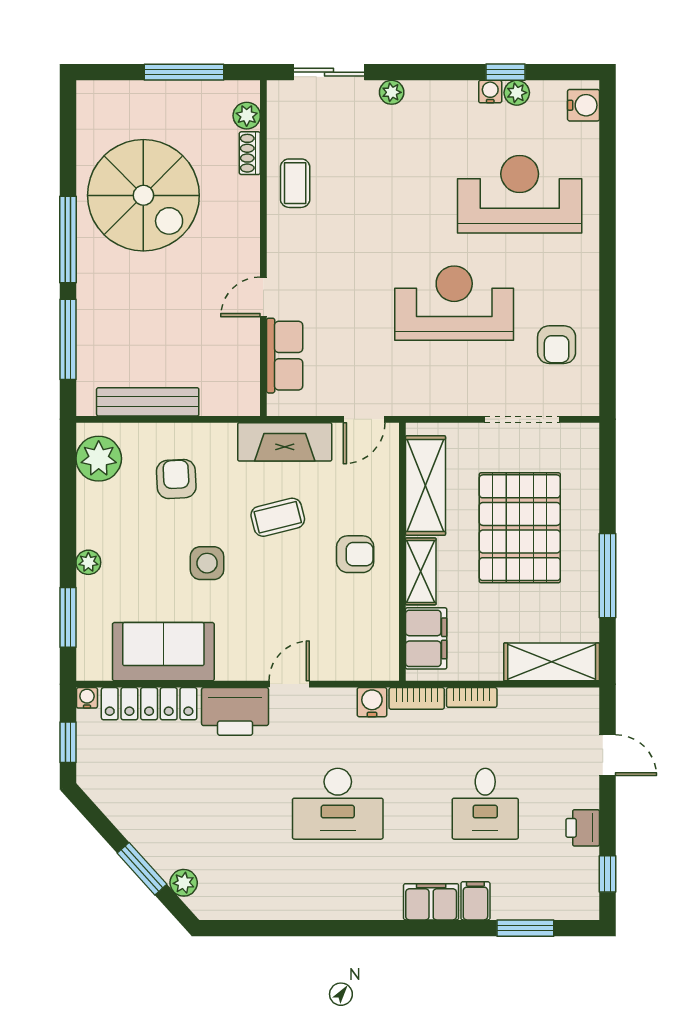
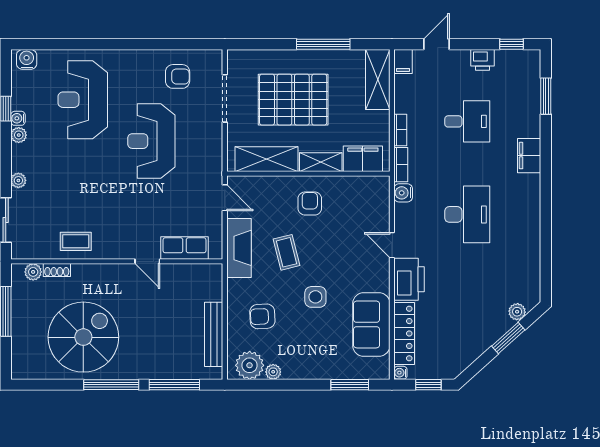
plant: (517, 93) -> (19, 135), moved
plant: (88, 562) -> (273, 372), moved
filing cabinet: (475, 901) -> (403, 62), moved, turned -90

